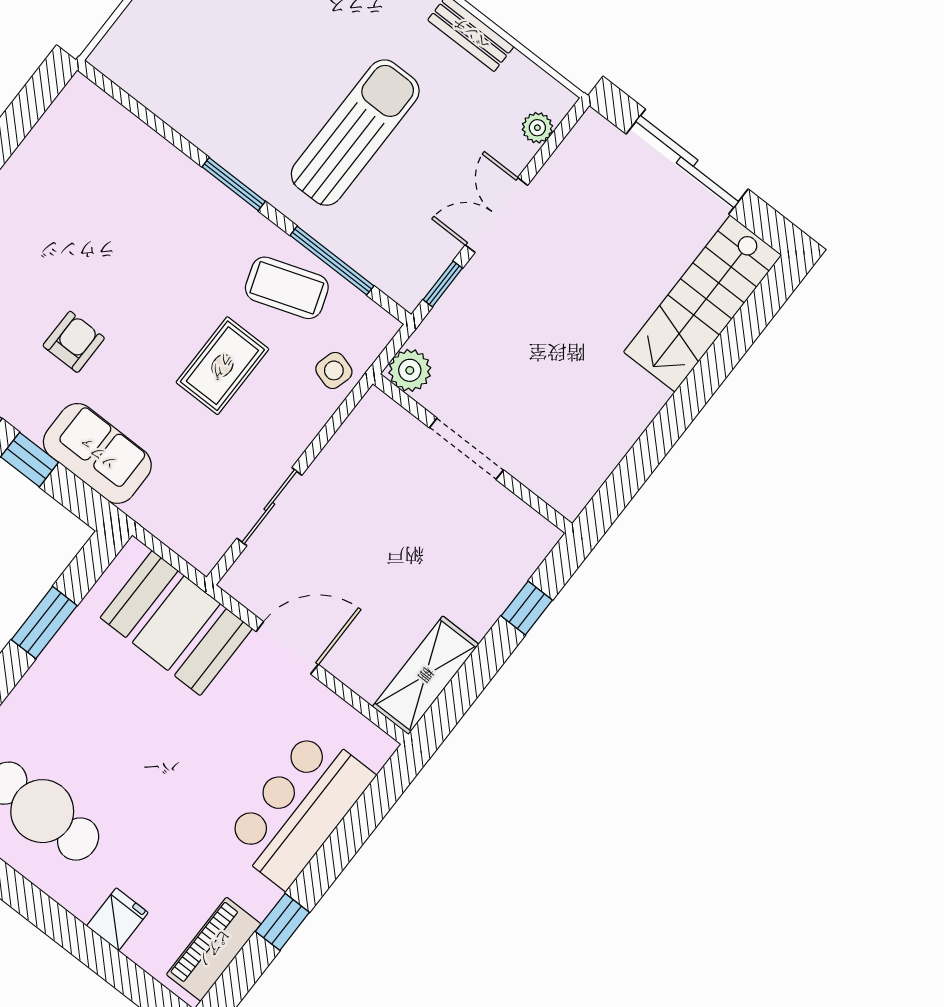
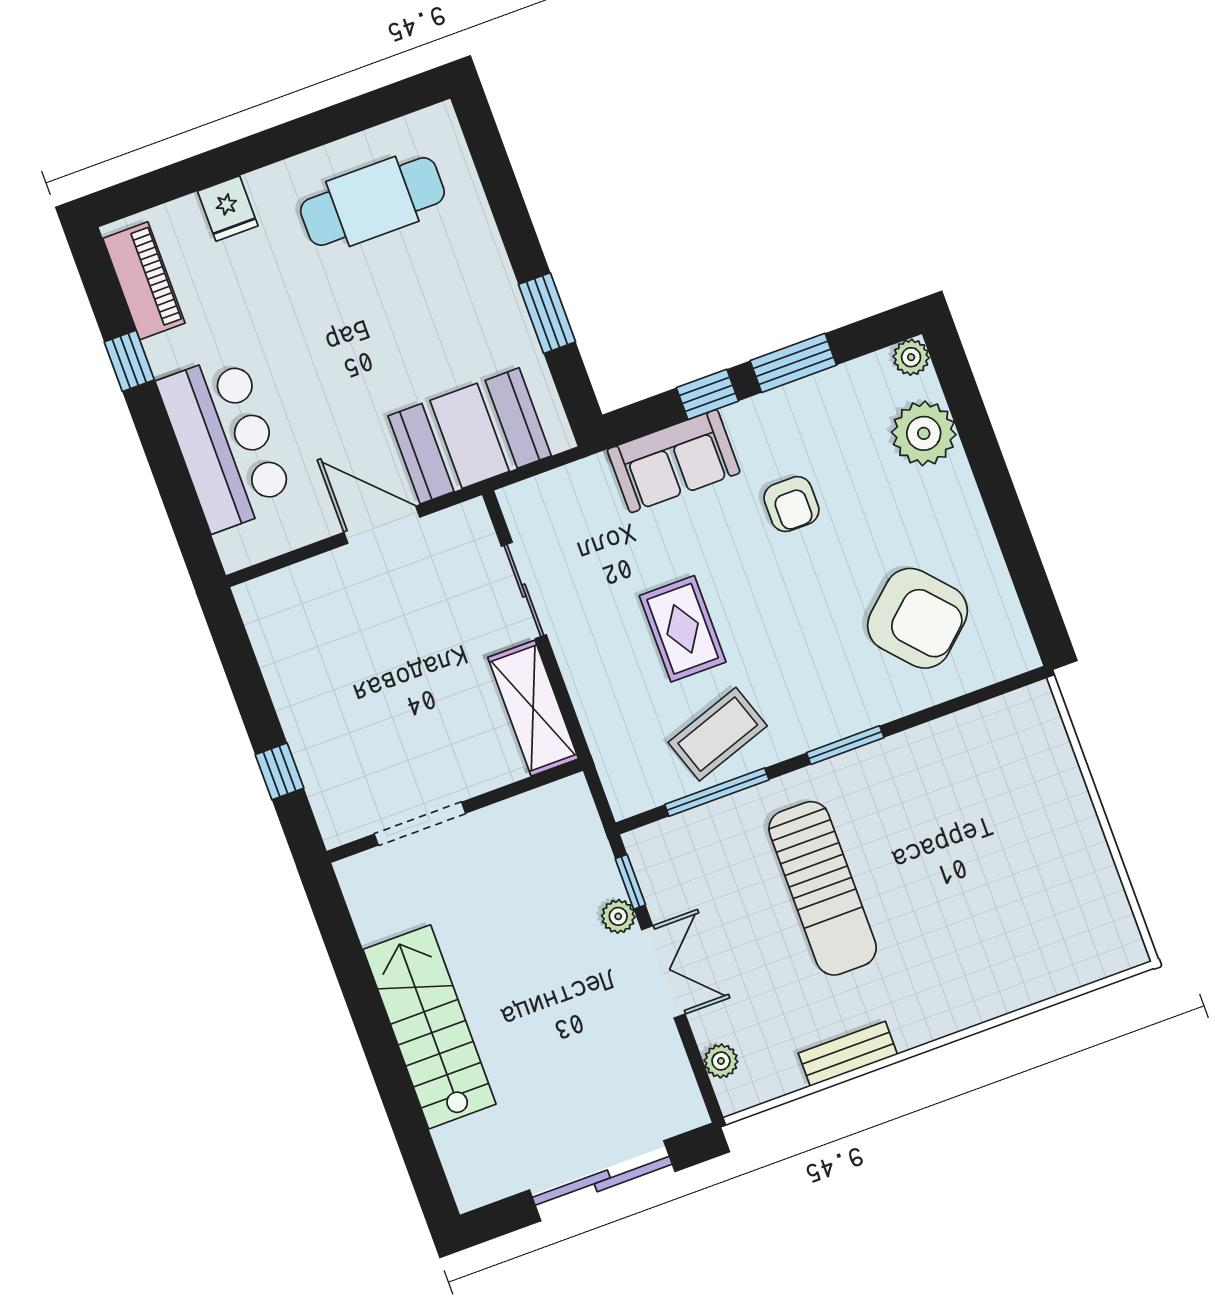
armchair: (101, 190) -> (918, 618), added
stairs: (703, 303) -> (430, 1027), moved
side table: (334, 370) -> (613, 730), removed
plant: (410, 370) -> (618, 916), moved, width x0.73, depth x0.73
doorway: (467, 449) -> (420, 824), moved
door: (287, 648) -> (382, 525), swing flipped
shelving: (426, 675) -> (533, 708), moved

